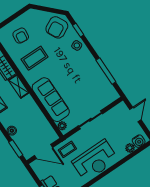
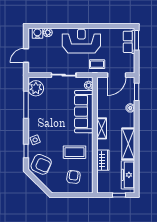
armchair: (57, 27) -> (41, 164), turned 51
shelving: (19, 86) -> (102, 128), moved
plant: (107, 91) -> (36, 88), added
door: (43, 152) -> (117, 75), swing flipped

